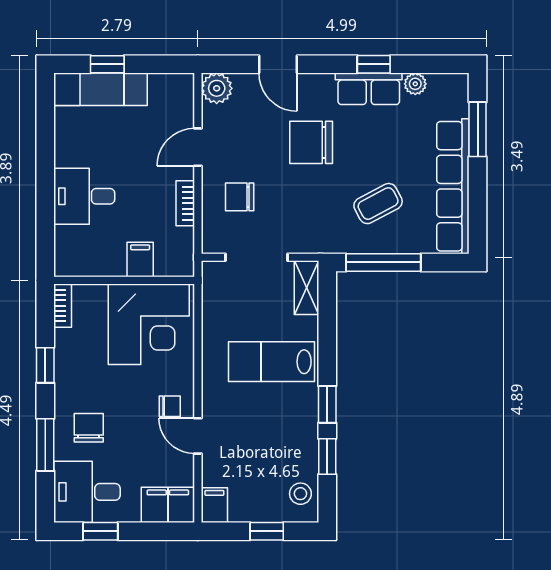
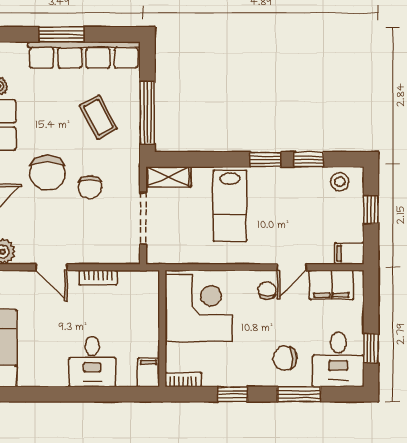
window: (478, 129) -> (61, 34), moved
chair: (240, 197) -> (90, 187), moved
filing cabinet: (140, 260) -> (149, 372), moved, turned 90
filing cabinet: (168, 505) -> (331, 285), moved, turned -90

